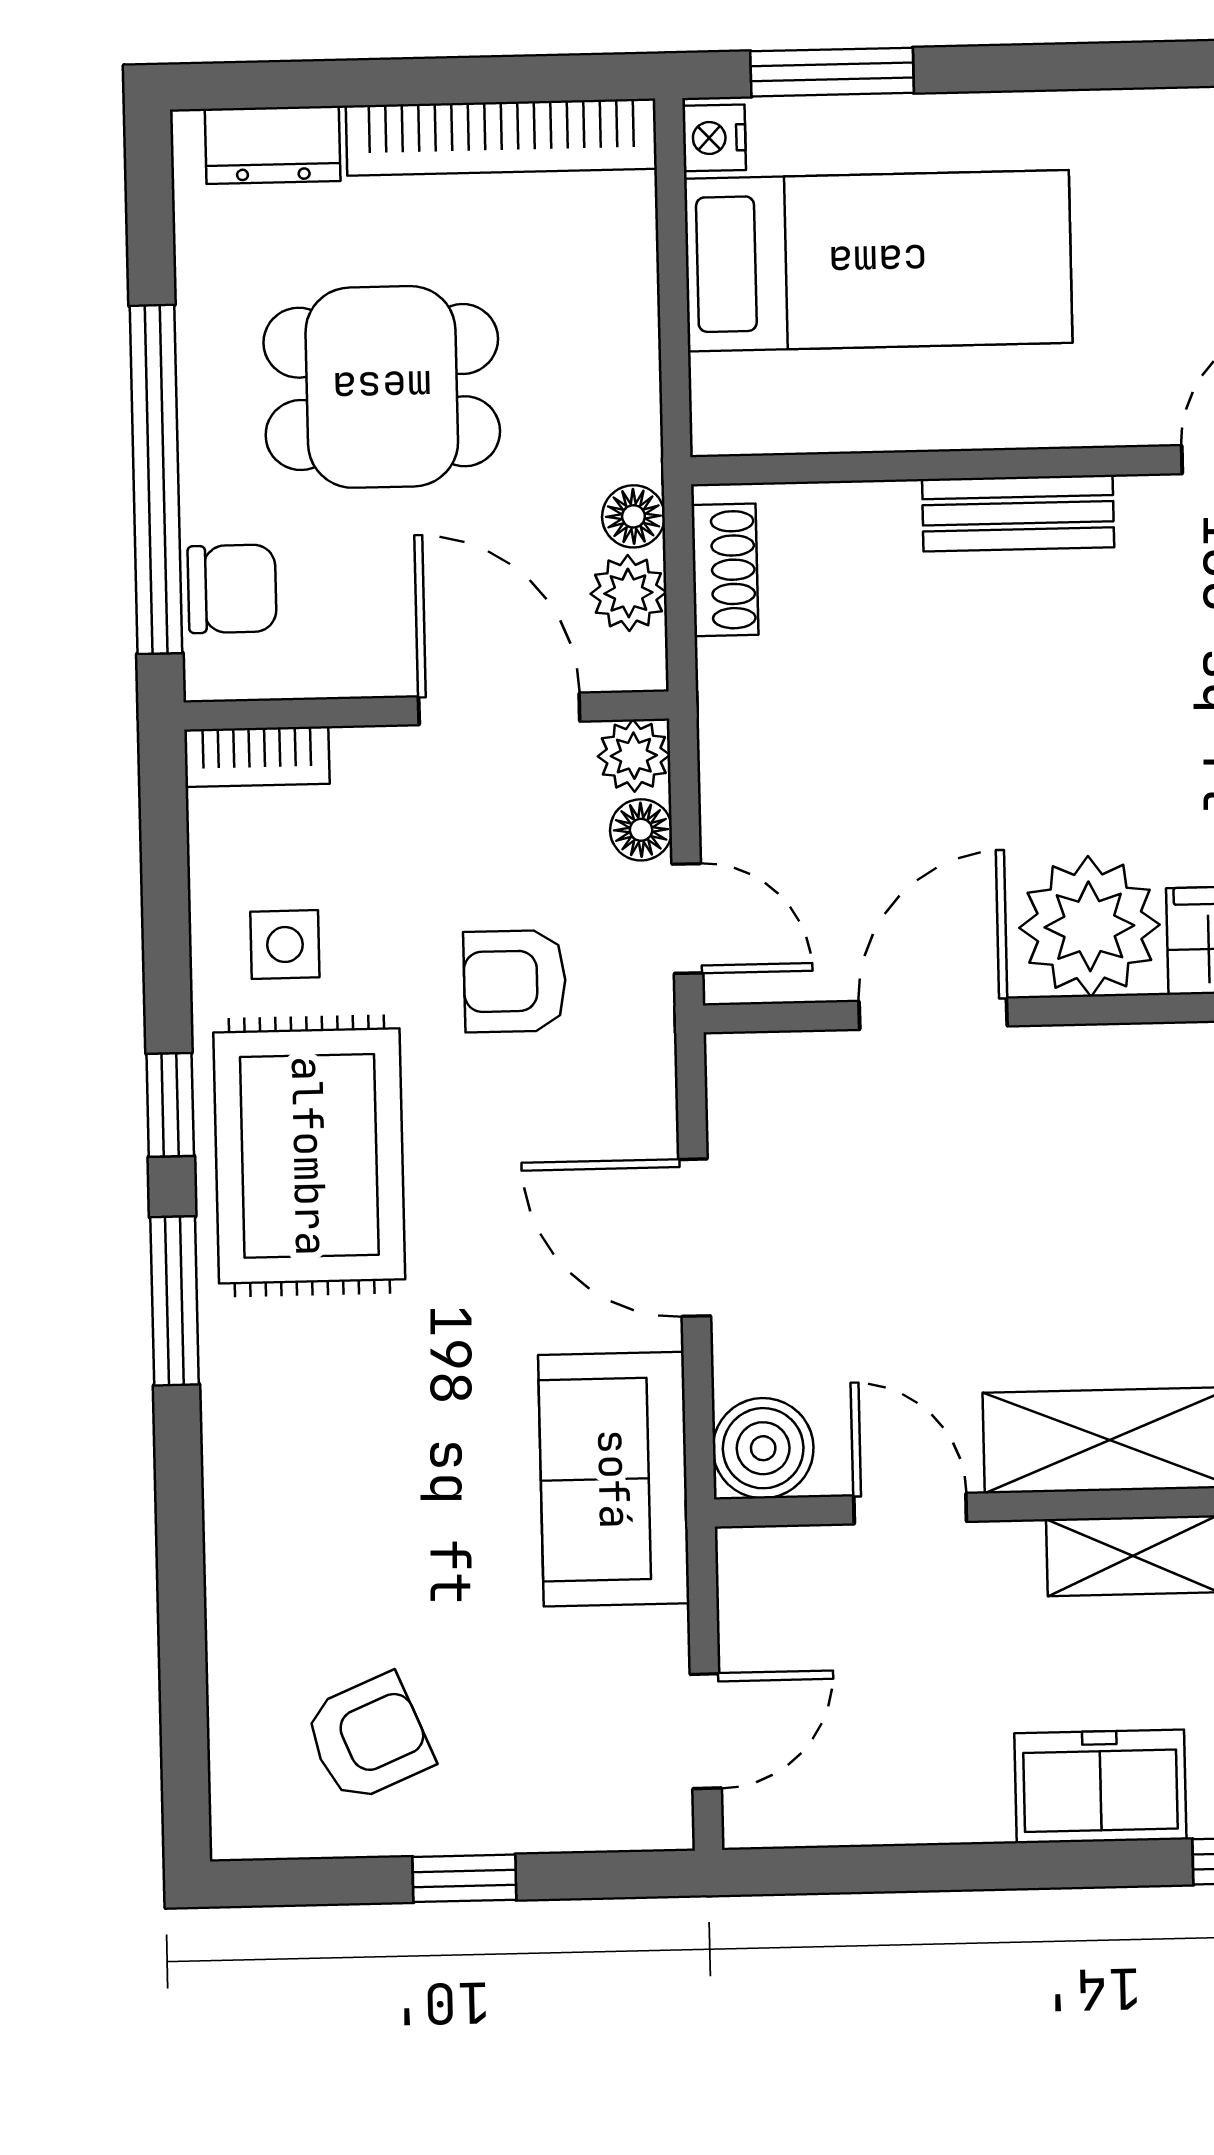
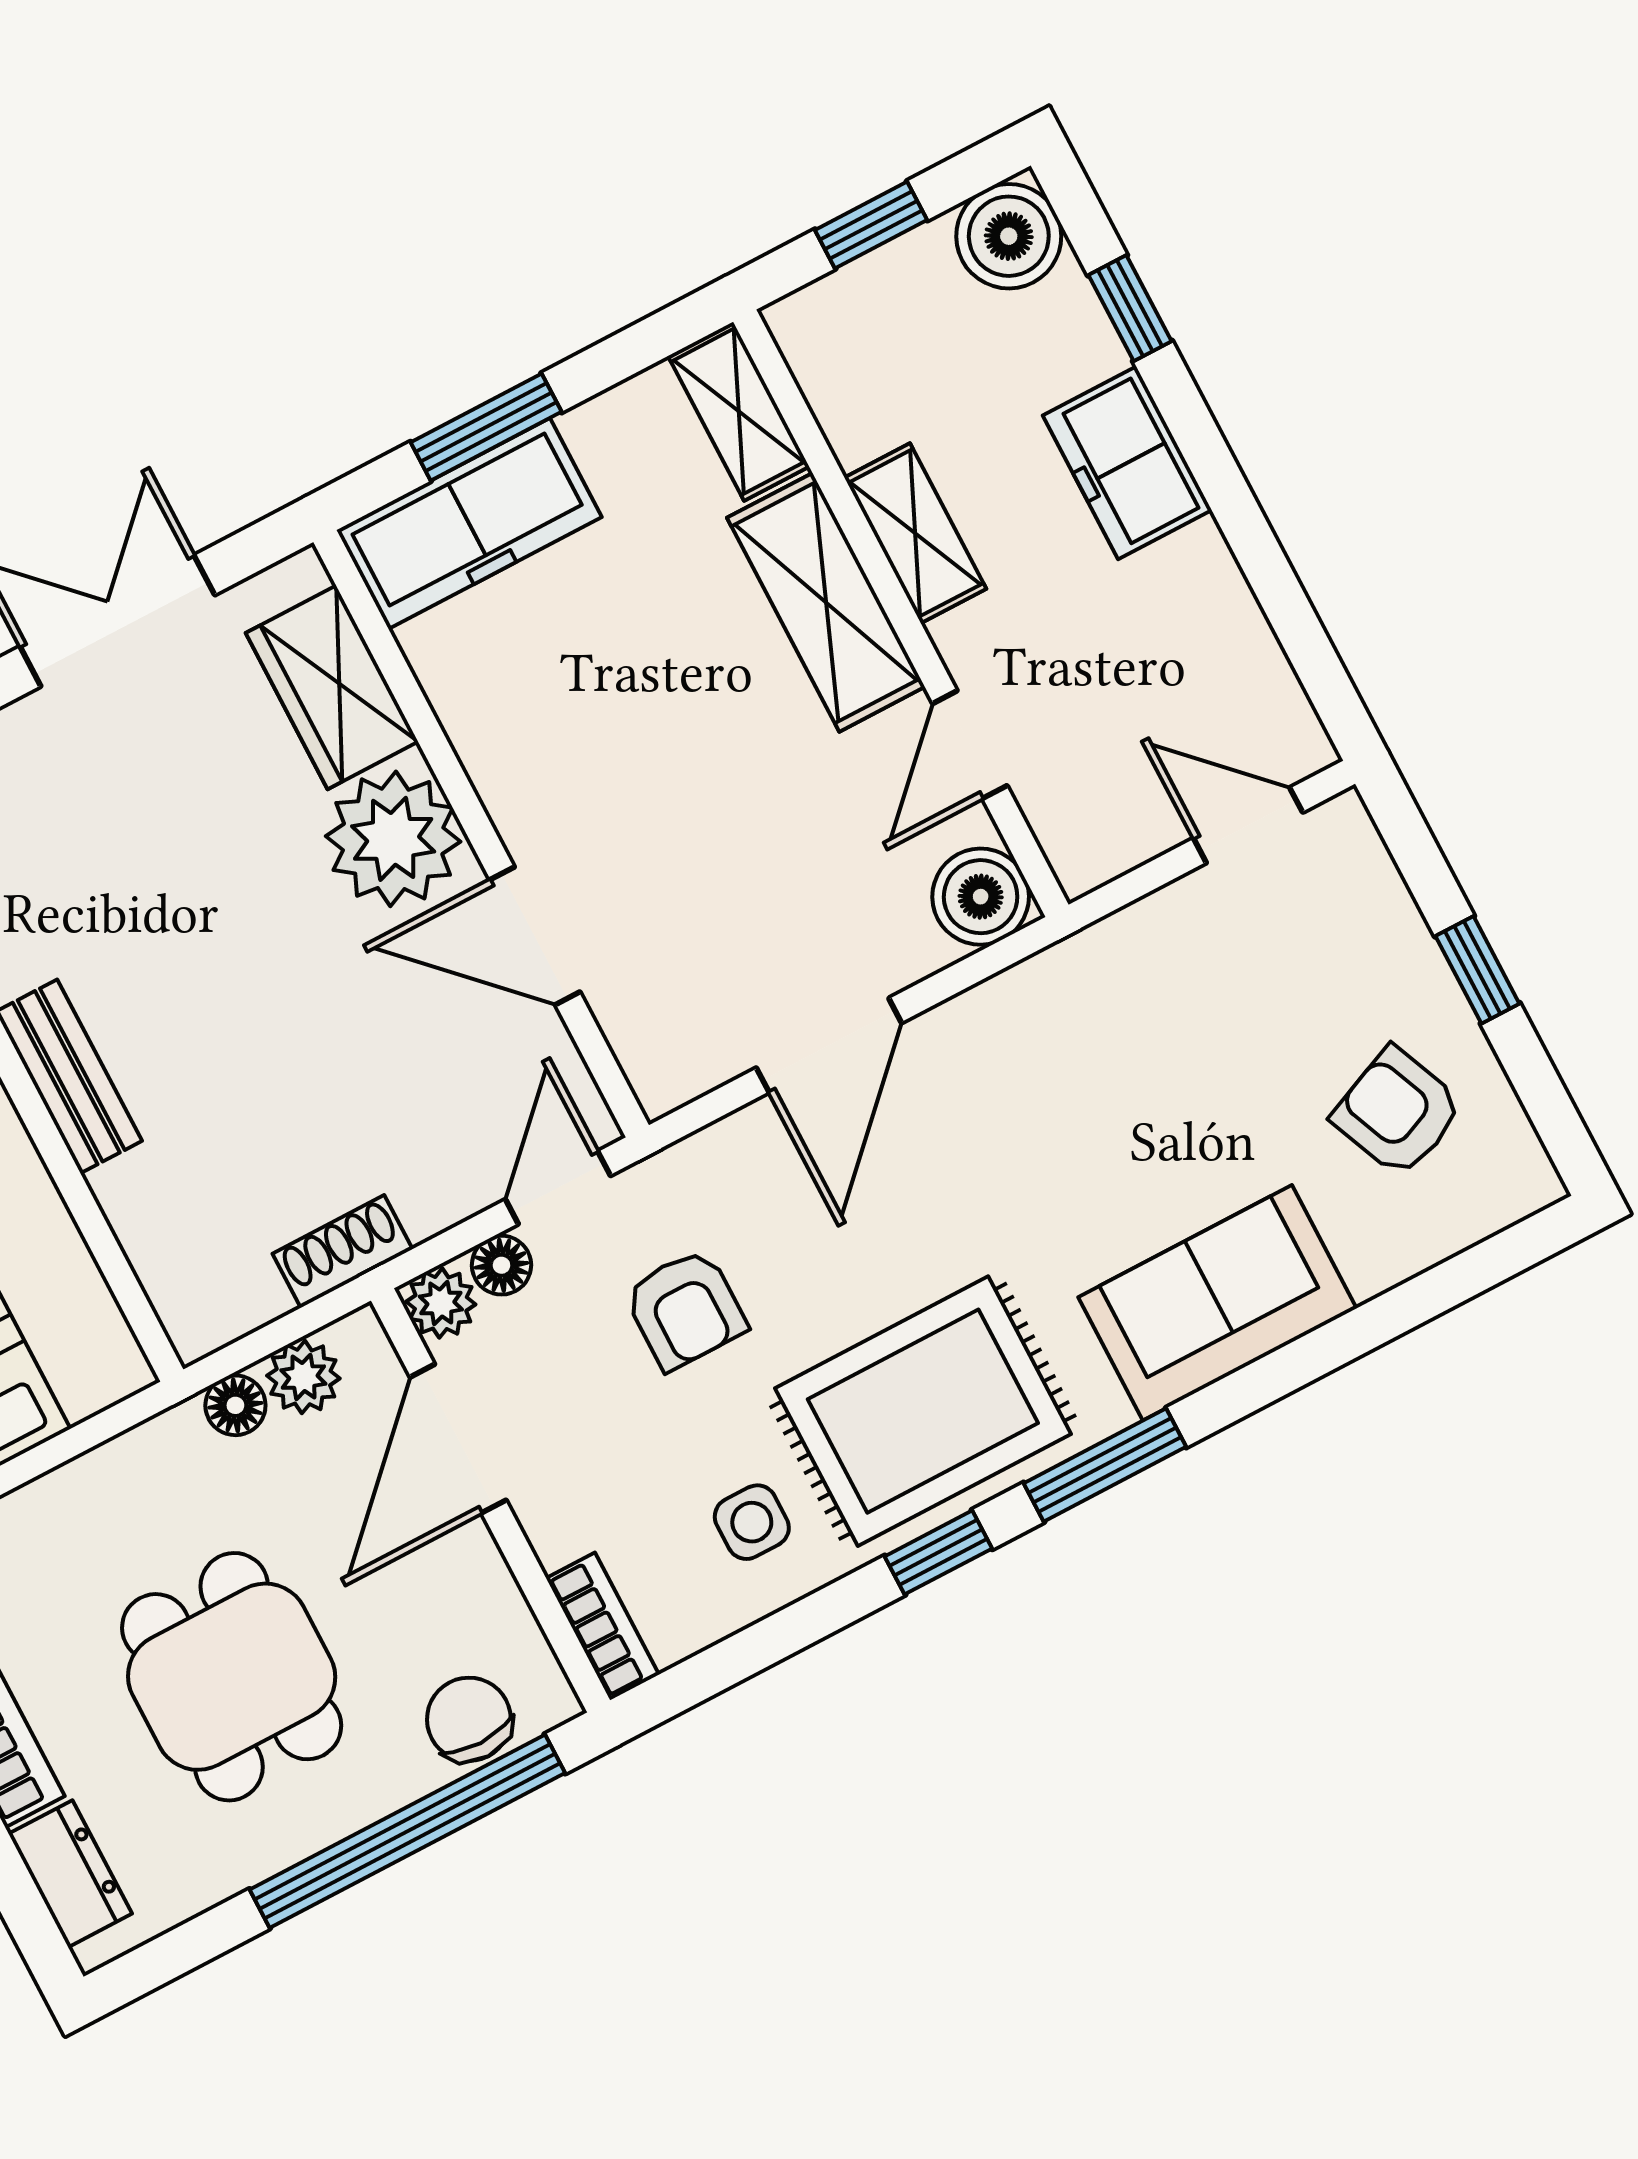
shoe rack: (725, 570) -> (343, 1251), moved
sofa: (614, 1479) -> (1217, 1303), moved, turned 180

